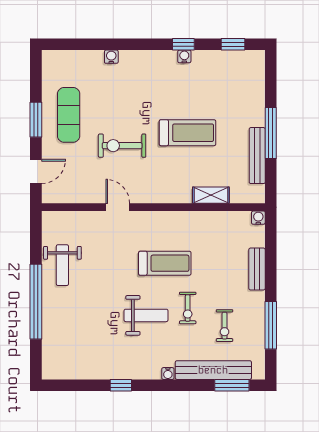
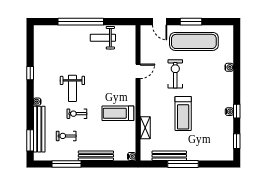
exercise mat: (69, 115) -> (194, 41), width x1.36, depth x1.45
treadmill: (165, 263) -> (118, 113), moved, turned 90
bench: (257, 269) -> (96, 156), width x1.36

